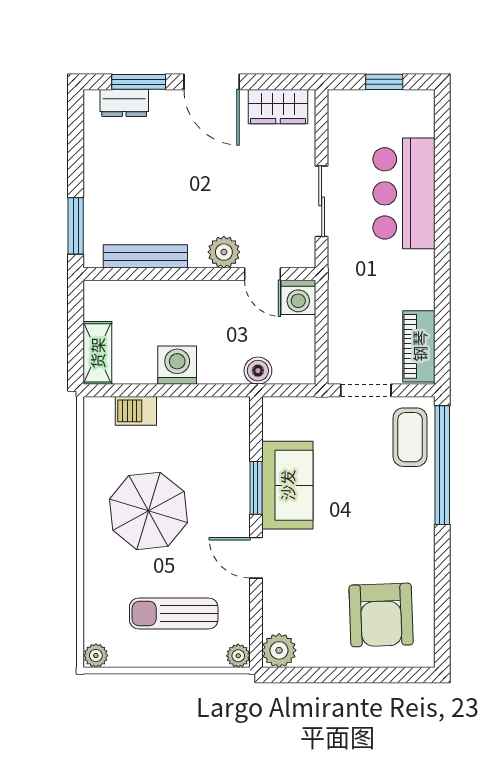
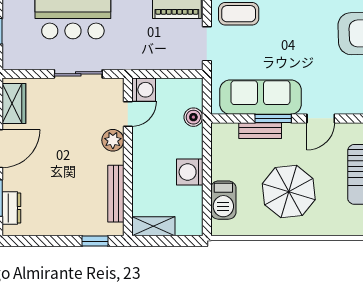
window: (76, 226) -> (95, 241), width x0.67
shelving: (97, 353) -> (153, 226), moved
barbecue: (136, 411) -> (223, 200), width x1.38, depth x1.27
bench: (238, 469) -> (260, 131), added
sofa: (287, 485) -> (260, 97), width x1.36

